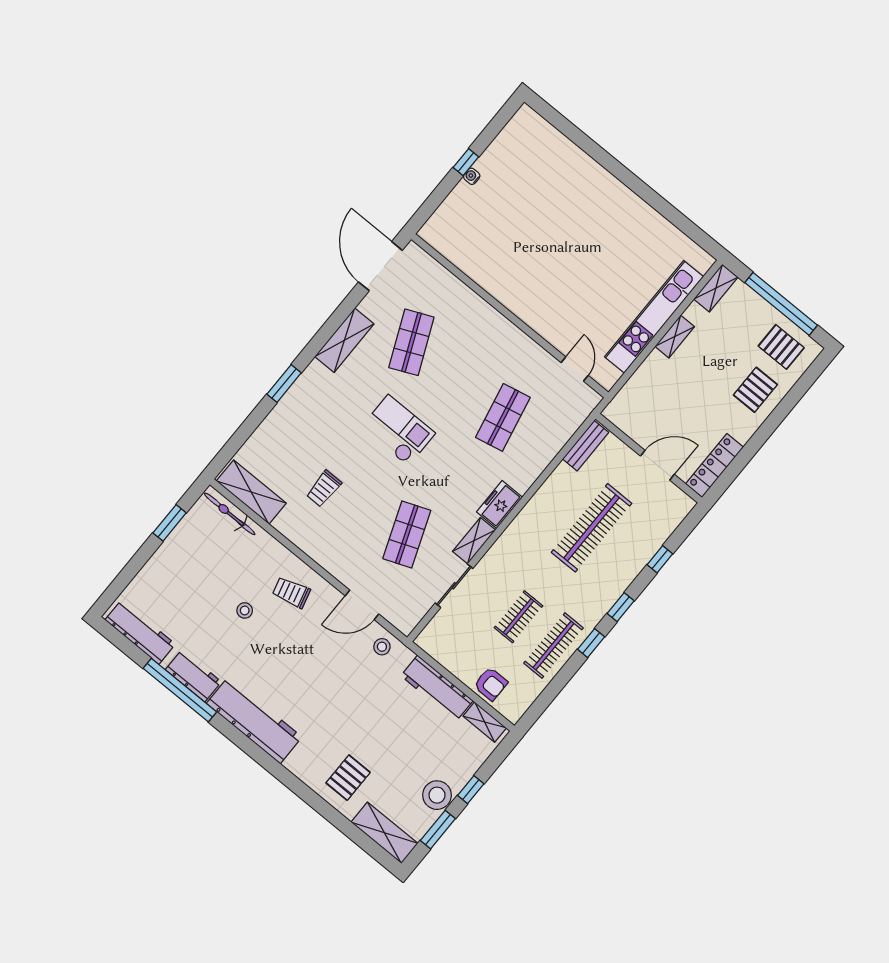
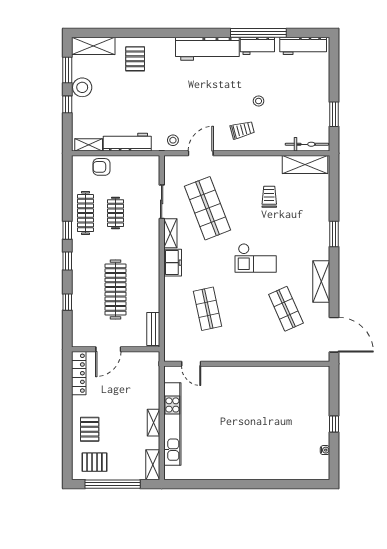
water cooler: (472, 176) -> (325, 450), moved
shop shelf: (407, 534) -> (207, 208), width x1.43, depth x1.36

